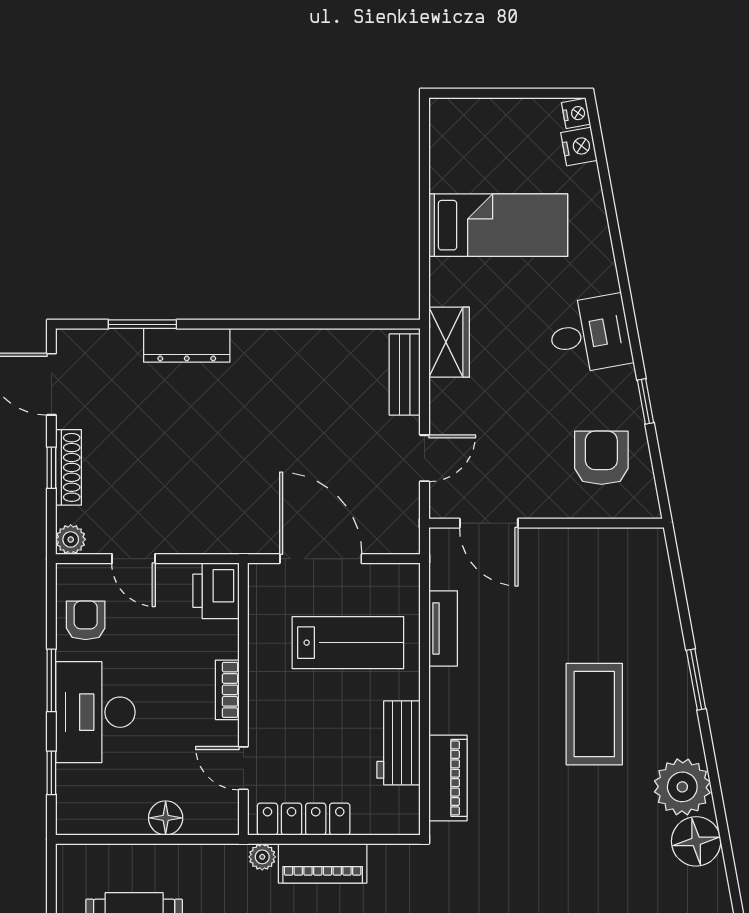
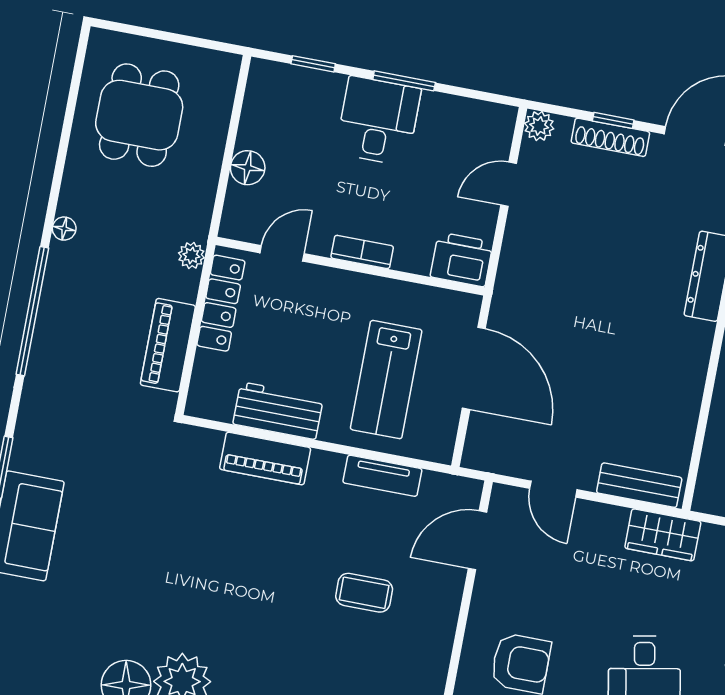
door: (321, 559) -> (474, 368), hinge flipped
armchair: (86, 620) -> (457, 126), removed
desk: (95, 712) -> (378, 121), width x0.73
coffee table: (594, 714) -> (364, 593), moved, width x0.54, depth x0.58
piano: (448, 778) -> (265, 458), moved
piano: (323, 863) -> (168, 345), moved

